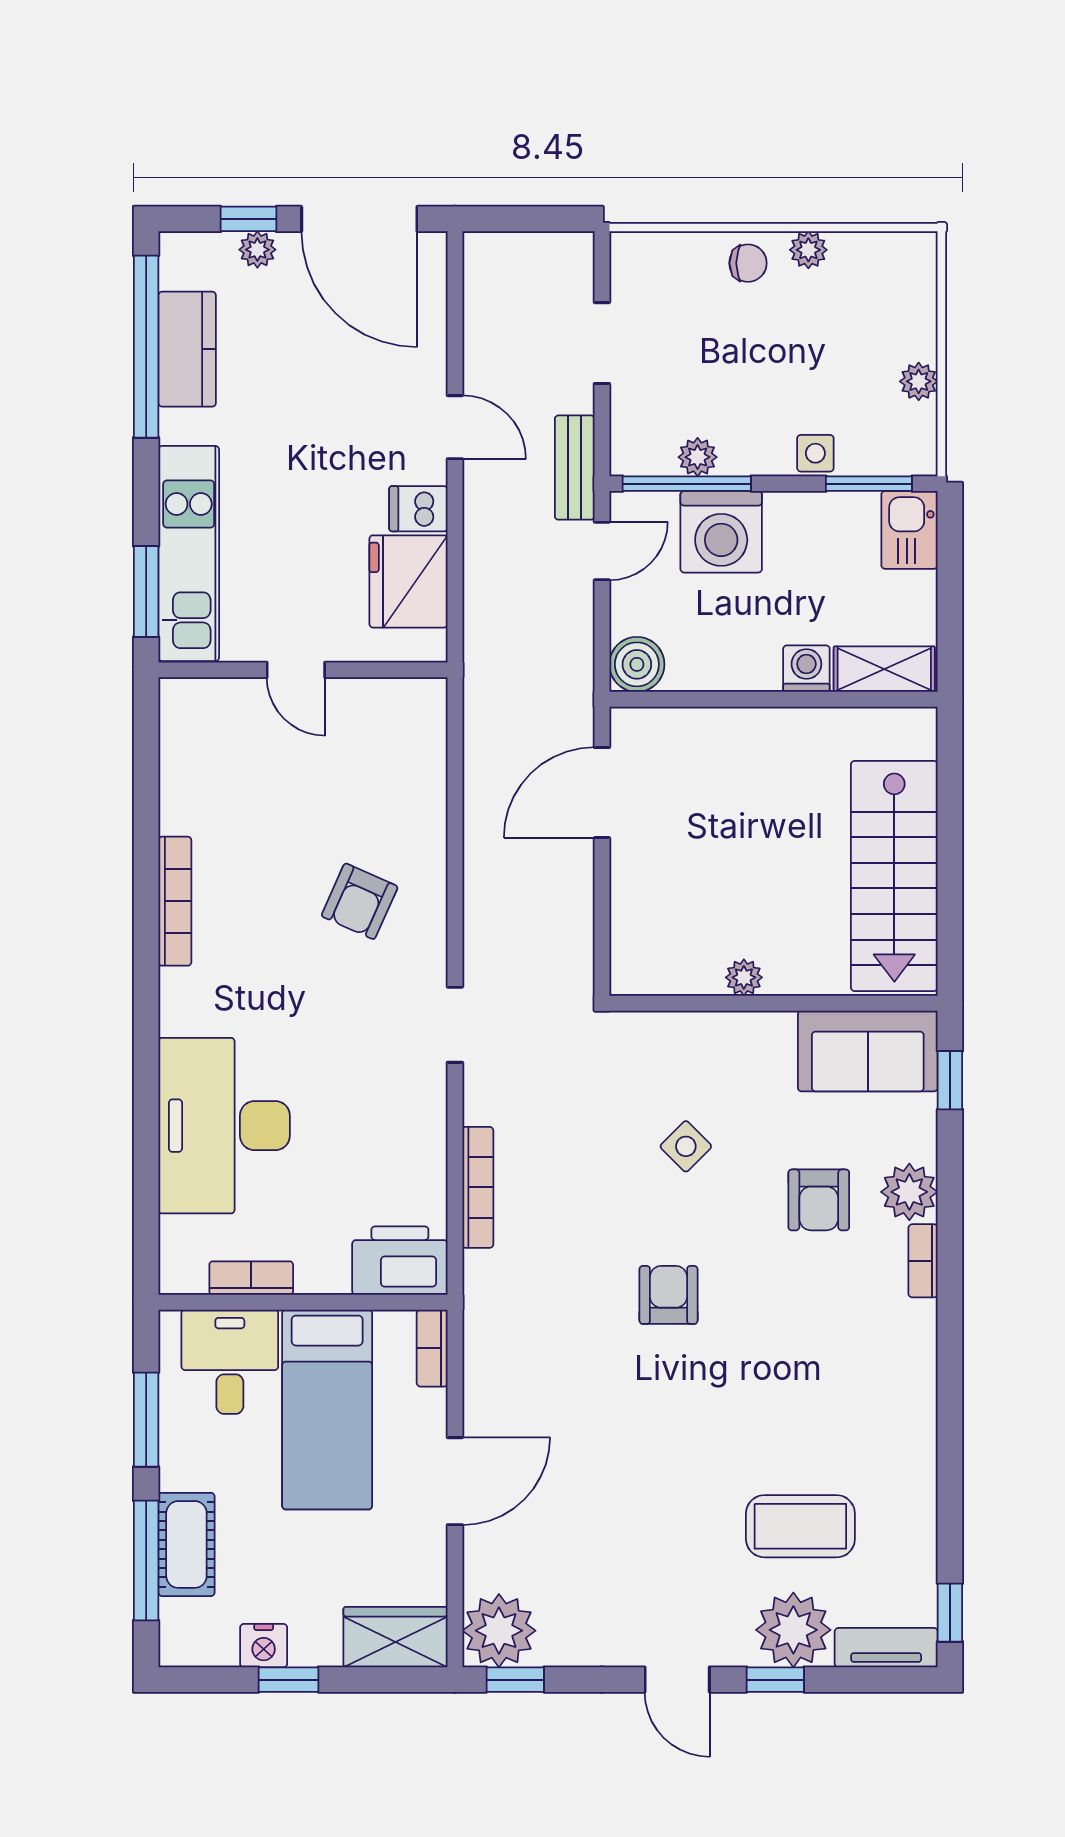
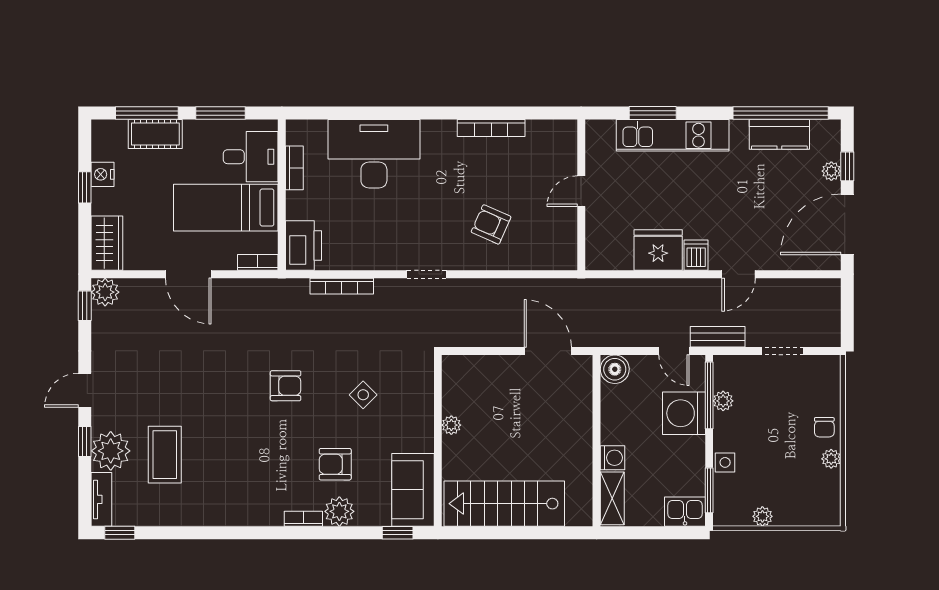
door: (296, 670) -> (581, 191), moved
wall: (303, 670) -> (581, 195), moved
plant: (499, 1631) -> (105, 292), width x0.73, depth x0.73

